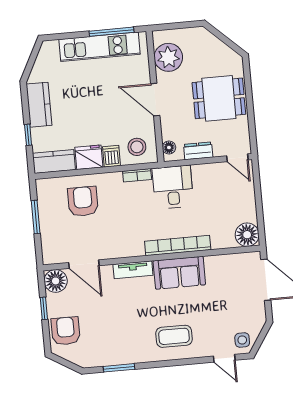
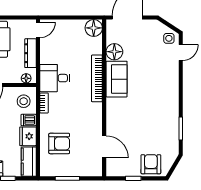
dresser: (198, 151) -> (30, 53), width x1.44
armchair: (83, 201) -> (59, 143), turned 180
door: (84, 264) -> (104, 147), hinge flipped
tv unit: (133, 270) -> (111, 112), removed
floor lamp: (56, 281) -> (114, 52), moved
armchair: (66, 331) -> (151, 164), turned 90
coffee table: (174, 336) -> (162, 87), removed

